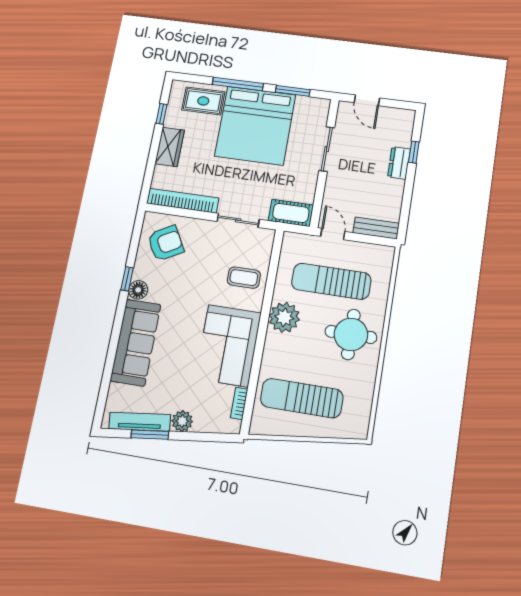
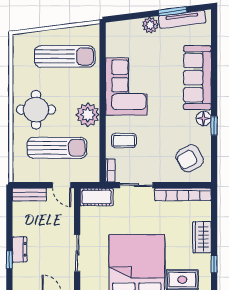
bookcase: (239, 403) -> (110, 170), moved

